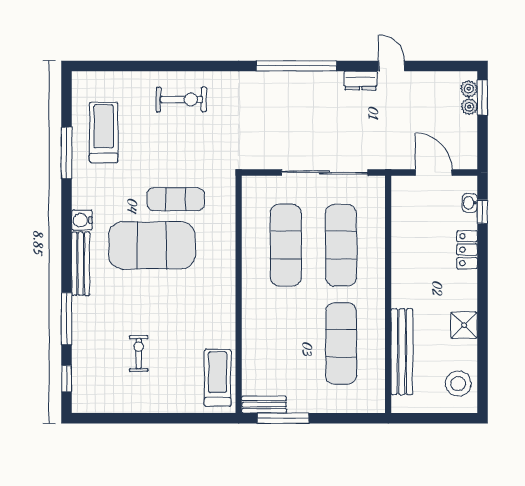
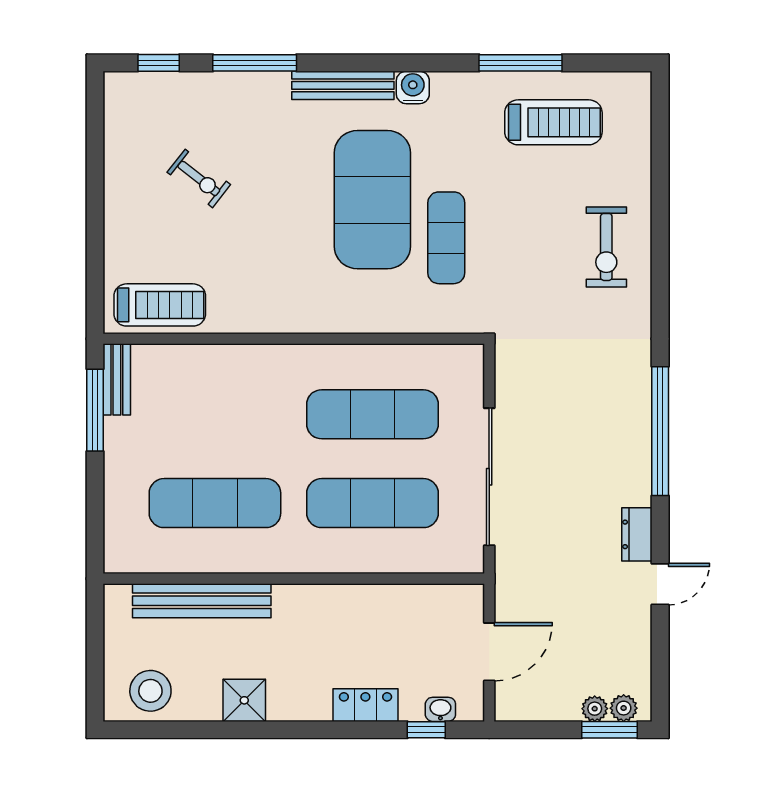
exercise bike: (139, 354) -> (199, 178), turned 38

